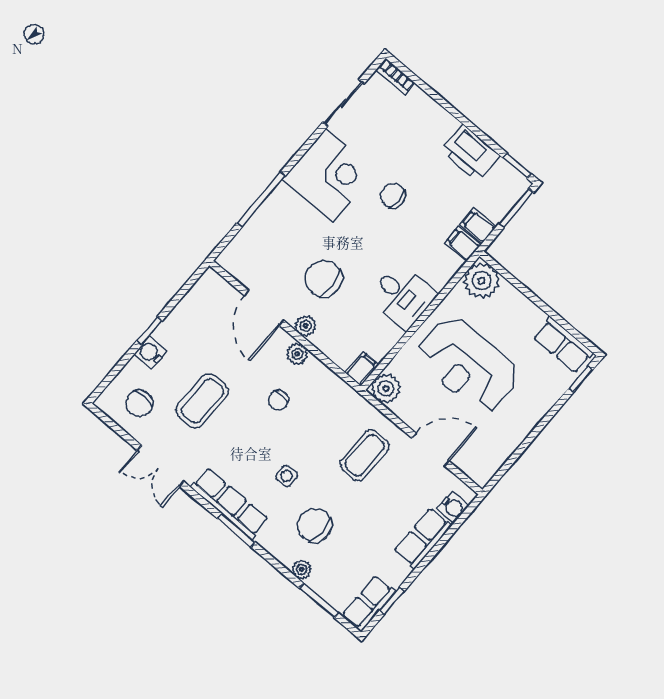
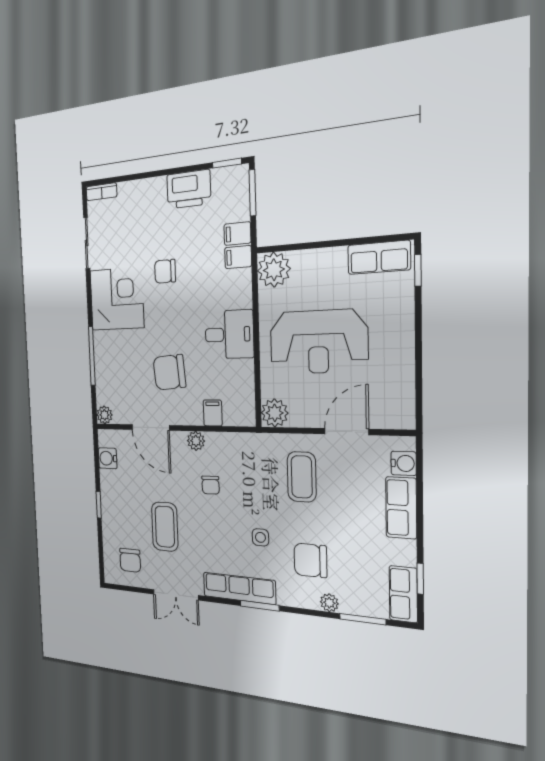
plant: (306, 326) -> (105, 415), moved
water cooler: (150, 353) -> (108, 458), moved
filing cabinet: (362, 369) -> (213, 413), moved

